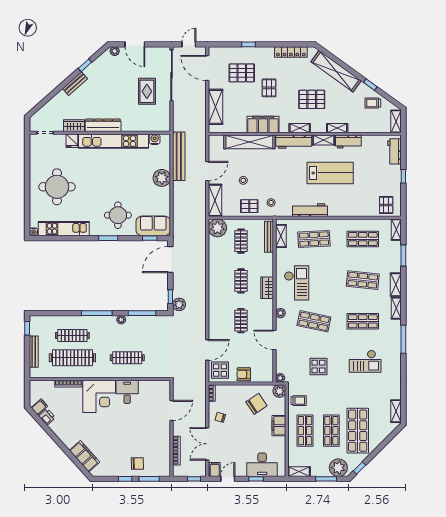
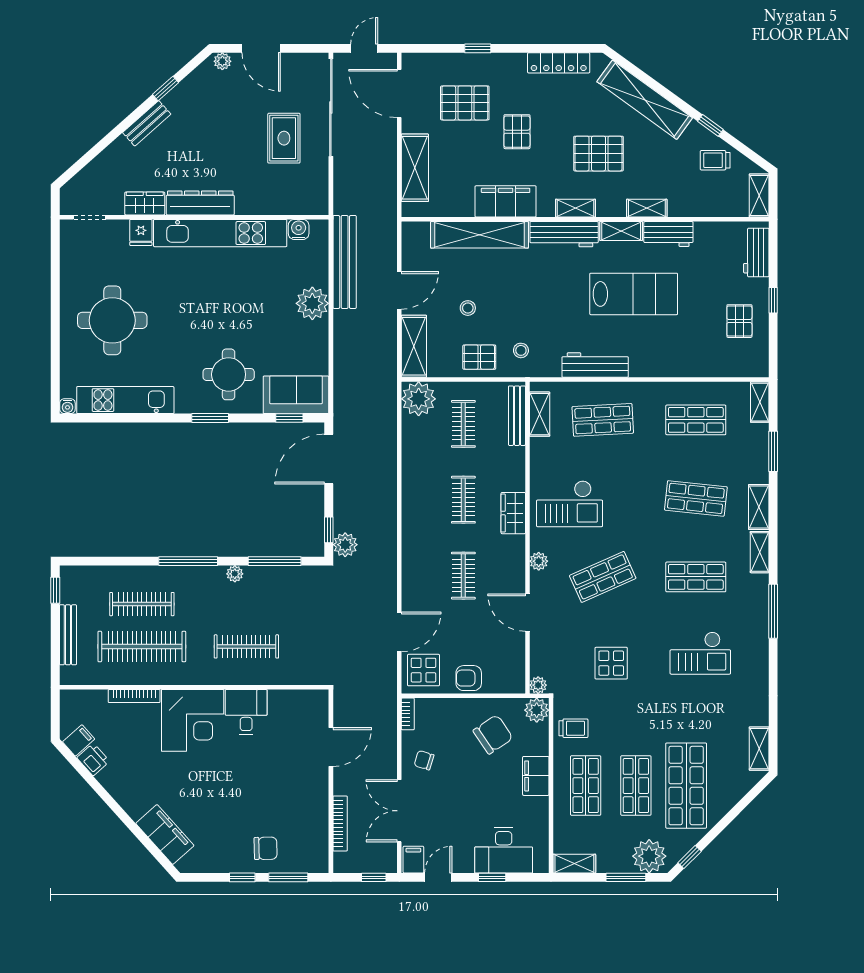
pallet: (386, 205) -> (739, 321), moved
checkout: (297, 283) -> (570, 504), turned 90
shop shelf: (314, 321) -> (603, 577), turned -36

